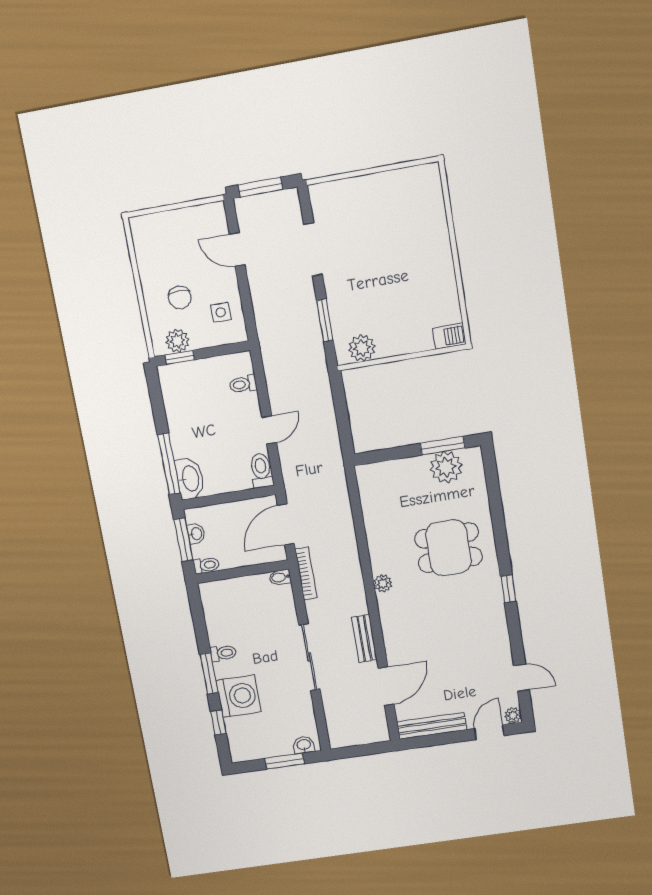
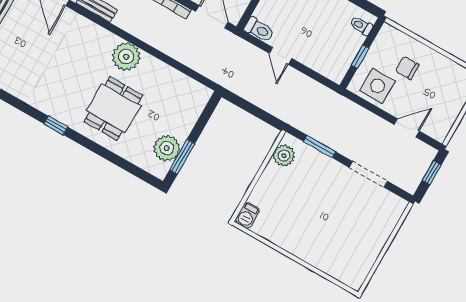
window: (260, 187) -> (432, 173), width x0.67
side table: (221, 312) -> (377, 86), width x1.87, depth x1.87
plant: (177, 341) -> (382, 44), removed
window: (180, 357) -> (360, 57), moved
toilet: (243, 384) -> (361, 26), moved, turned -90
plant: (383, 583) -> (126, 57), width x1.88, depth x1.88

